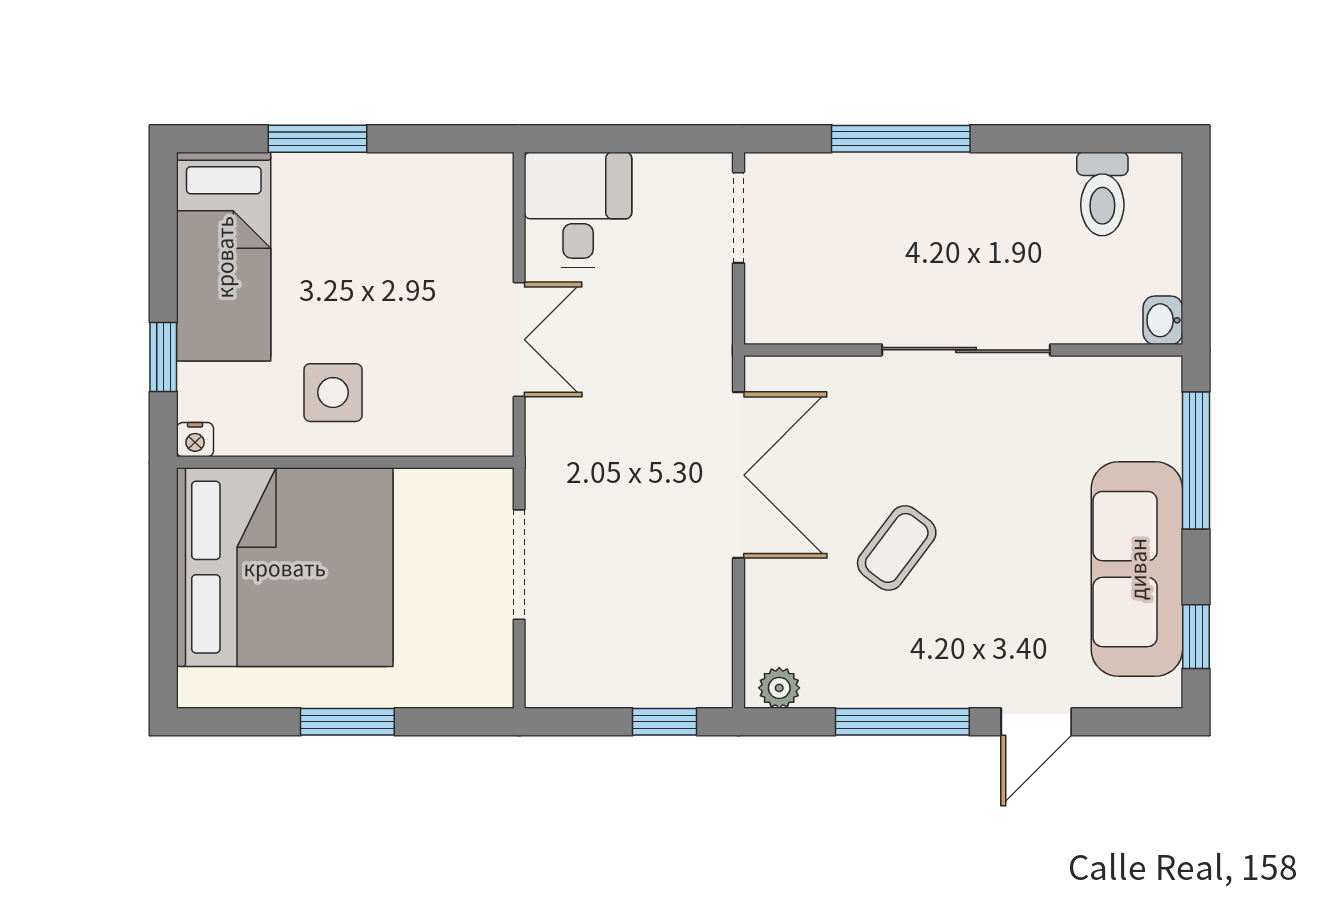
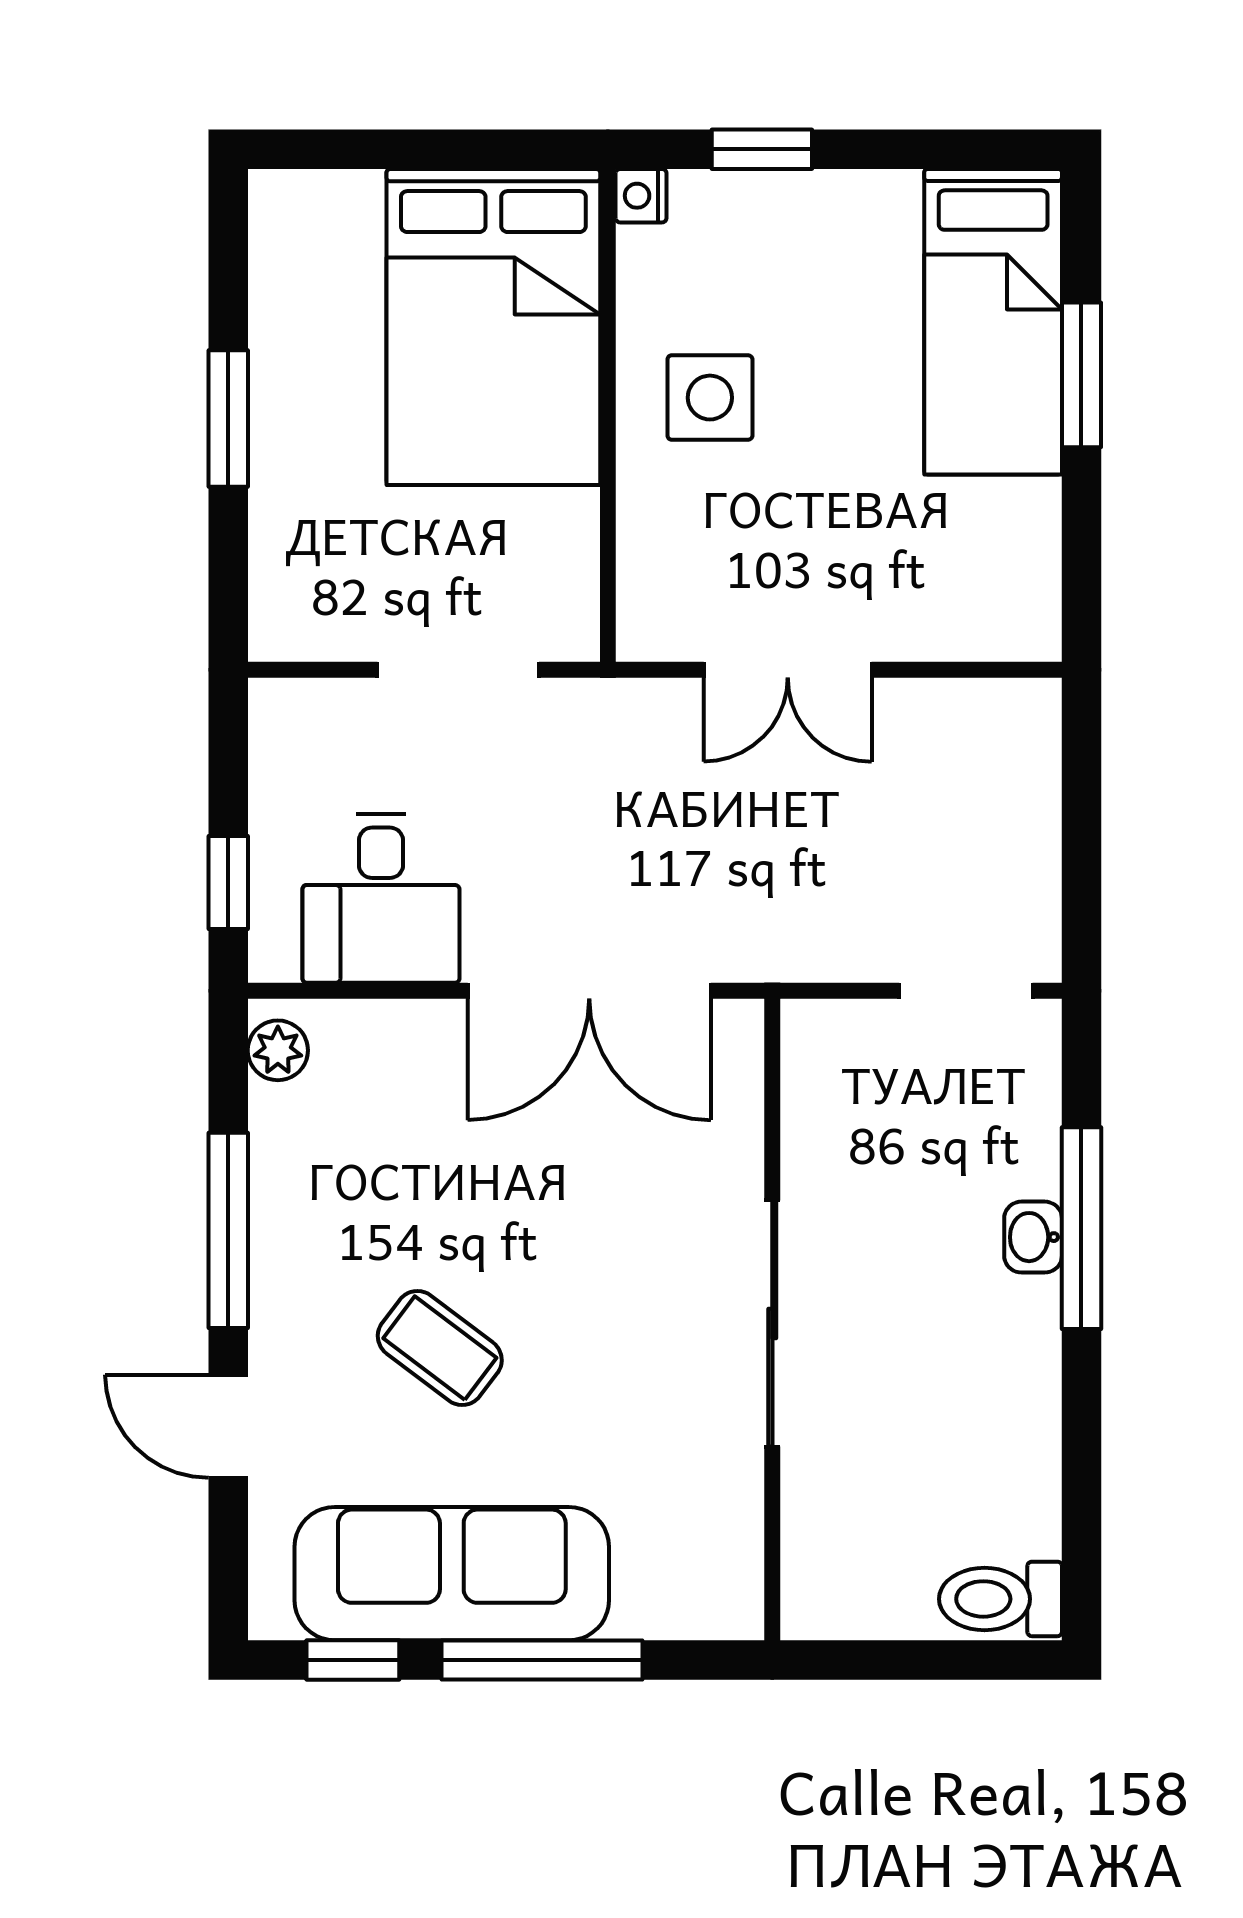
toilet: (1102, 194) -> (1000, 1599), moved
desk: (578, 210) -> (381, 898), moved, turned 90
bed: (224, 257) -> (993, 322), moved, turned -90
washbasin: (1163, 320) -> (1033, 1237), moved, turned -90
window: (1196, 460) -> (542, 1660), moved
coffee table: (897, 548) -> (440, 1348), moved
bed: (285, 567) -> (493, 327), width x0.73

